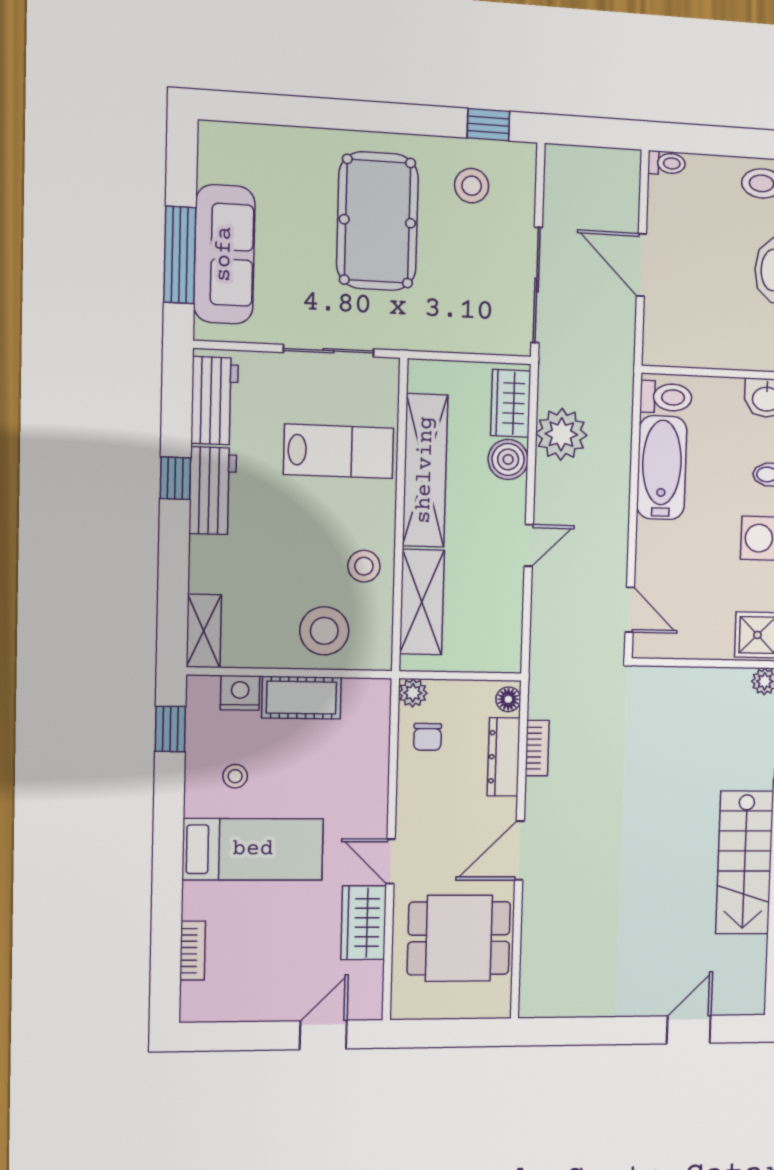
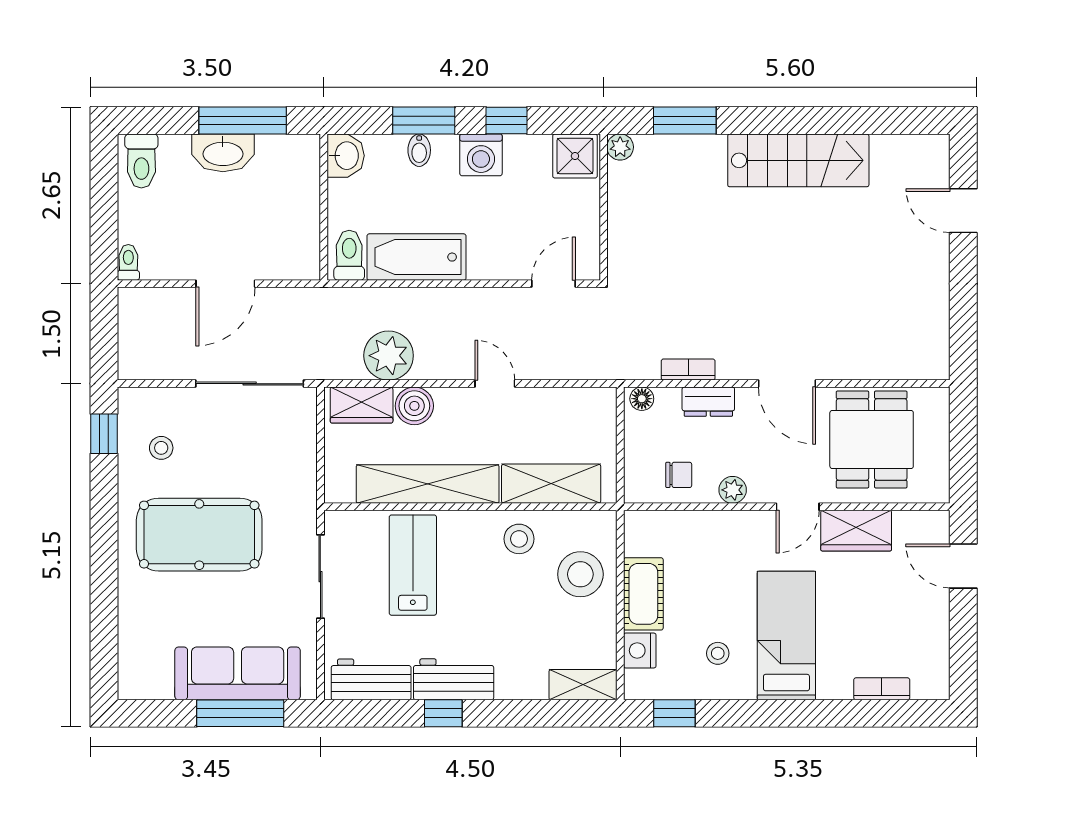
stool: (472, 186) -> (161, 448), width x0.73, depth x0.73
plant: (413, 693) -> (733, 490), moved
dresser: (504, 757) -> (708, 402), width x0.70

